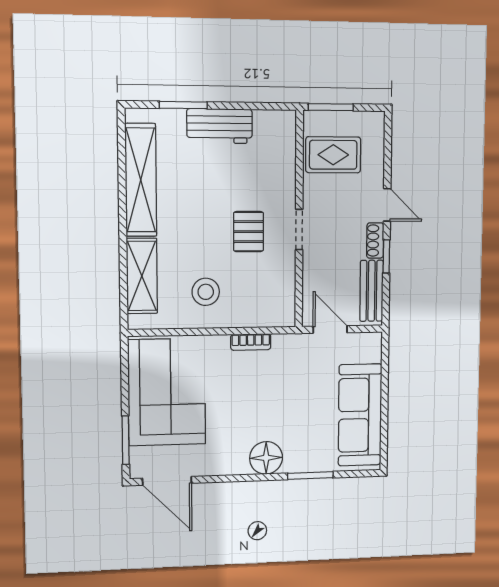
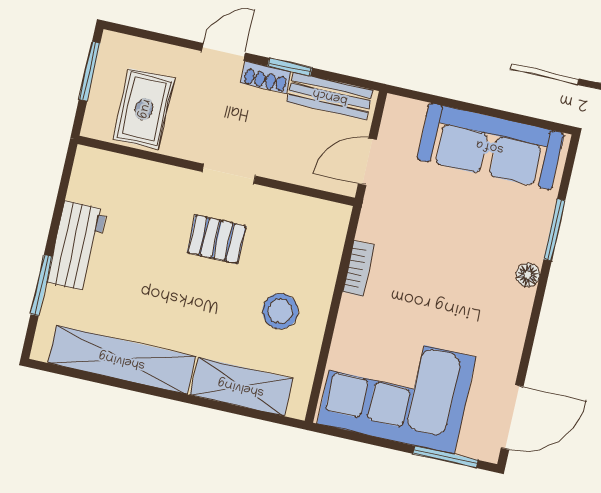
window: (331, 107) -> (90, 71), moved
floor lamp: (266, 458) -> (528, 275), width x0.53, depth x0.53

